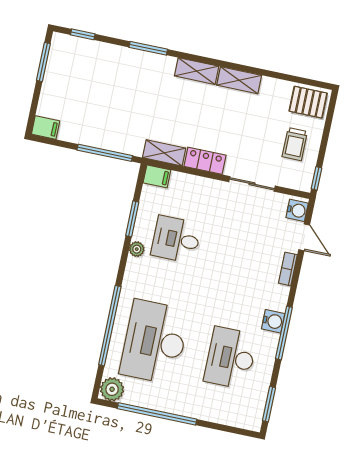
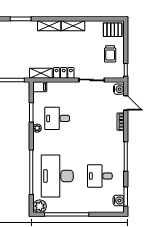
water cooler: (273, 321) -> (119, 201), moved
desk: (231, 358) -> (100, 176), width x0.73

